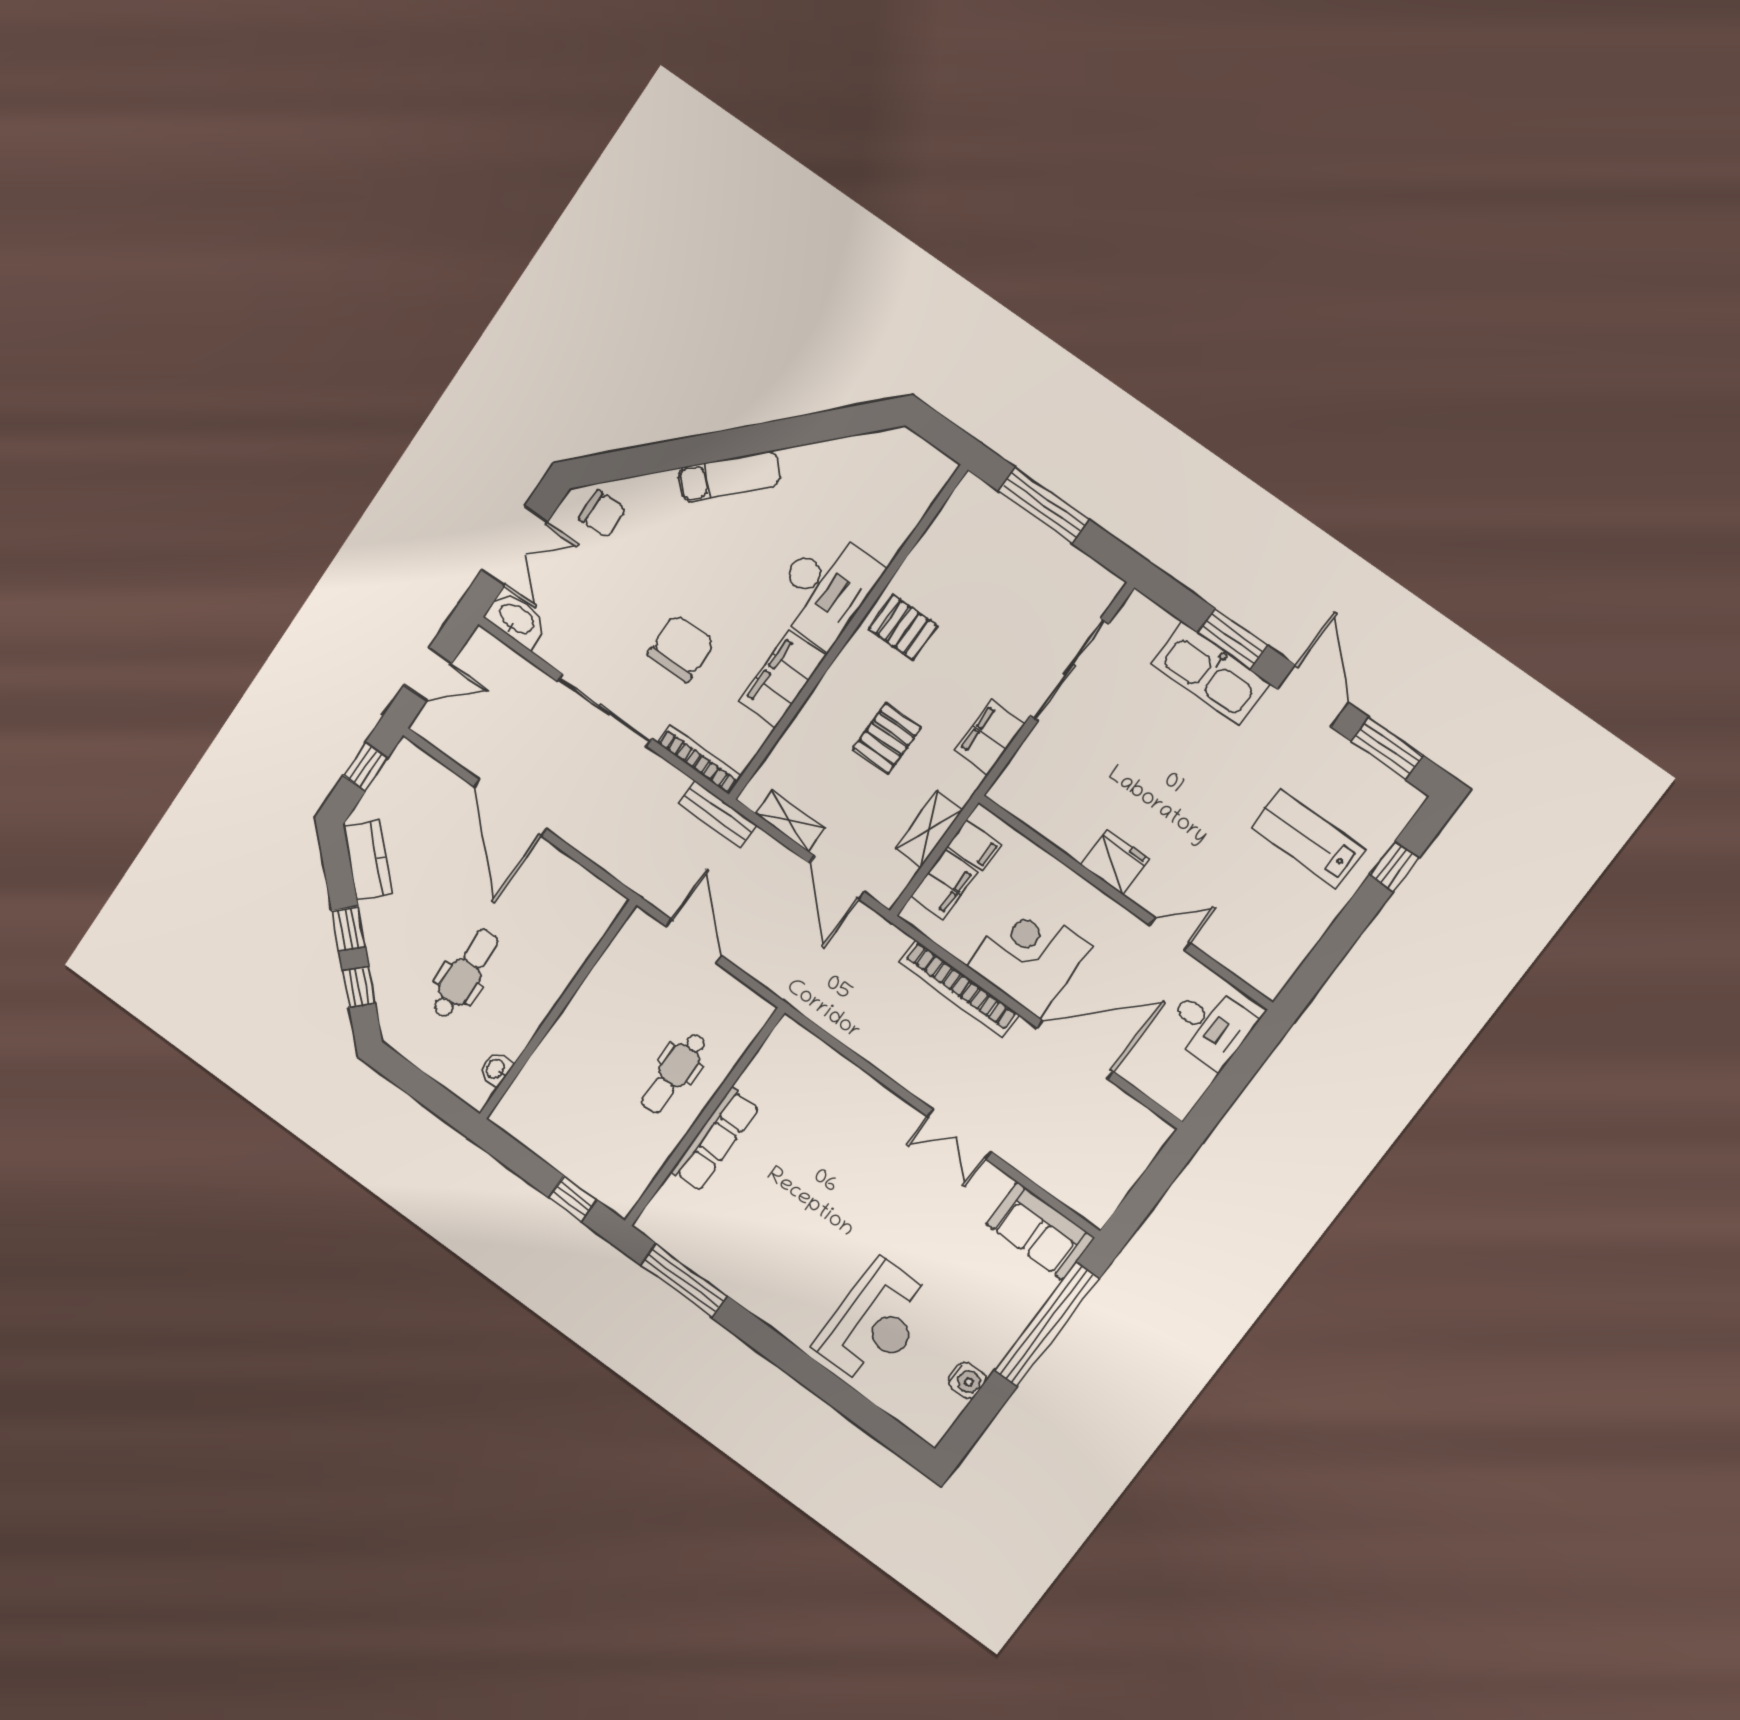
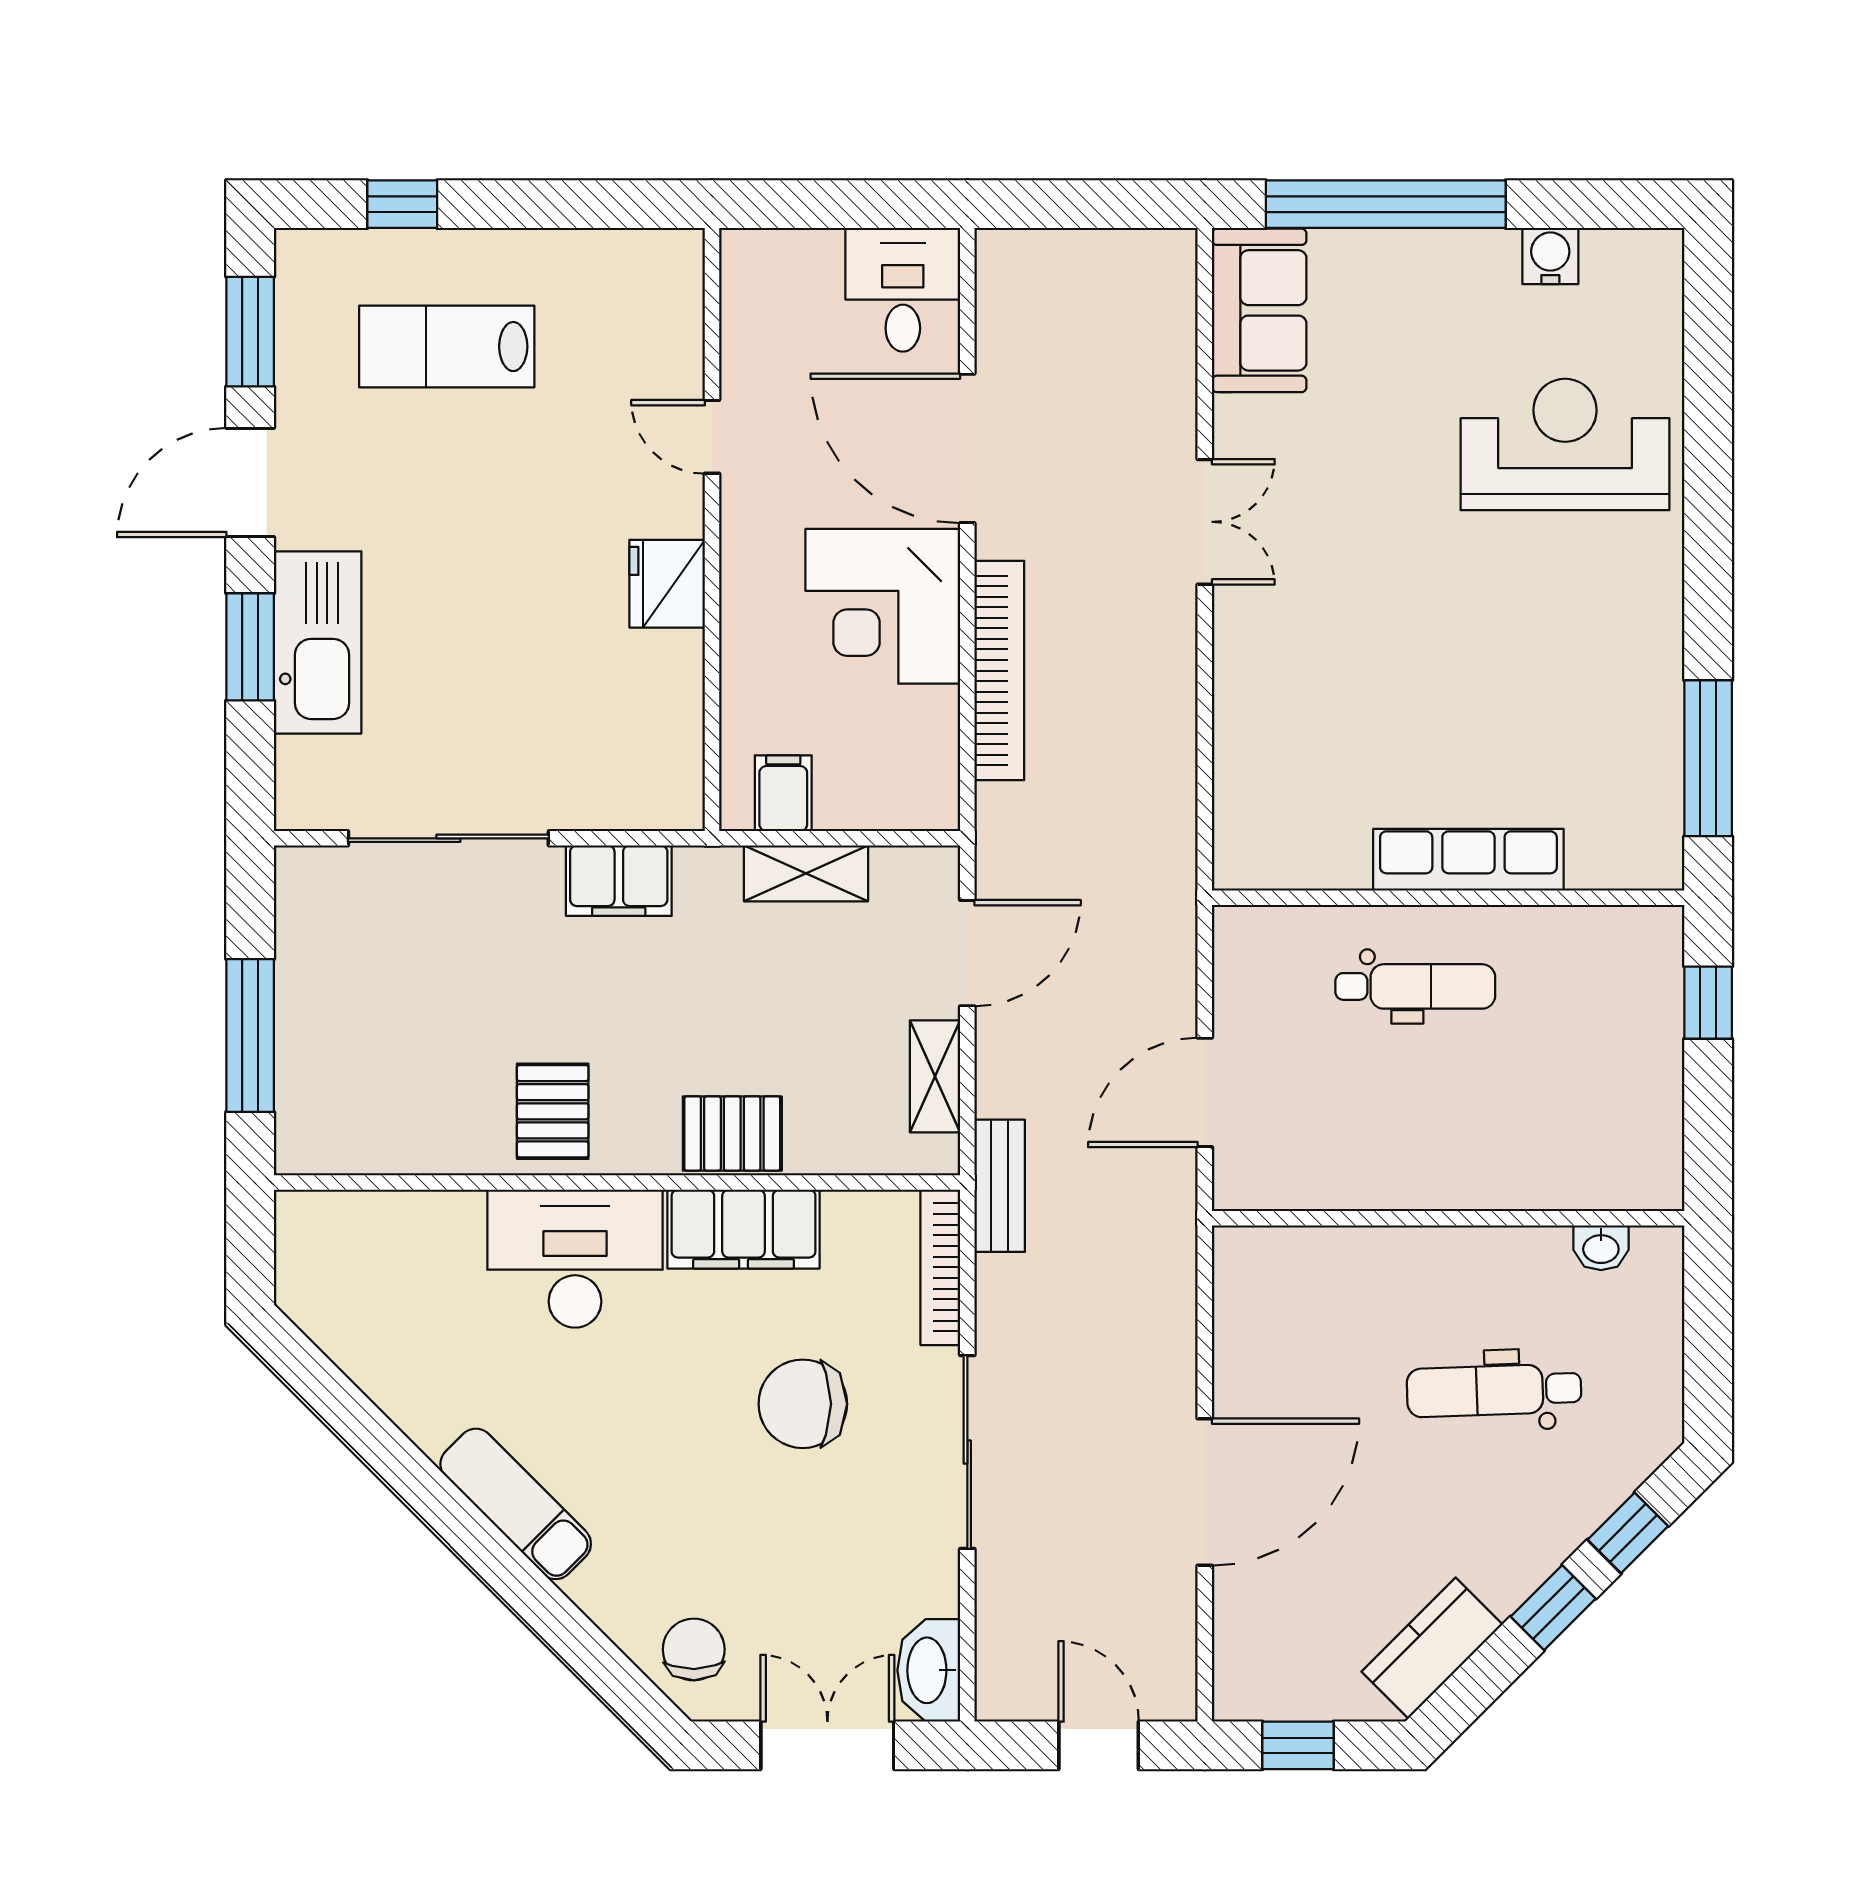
pallet: (887, 738) -> (732, 1134), moved
lab bench: (1308, 839) -> (447, 347), turned 90
filing cabinet: (944, 884) -> (867, 797), removed
desk: (1210, 1026) -> (903, 290), moved

